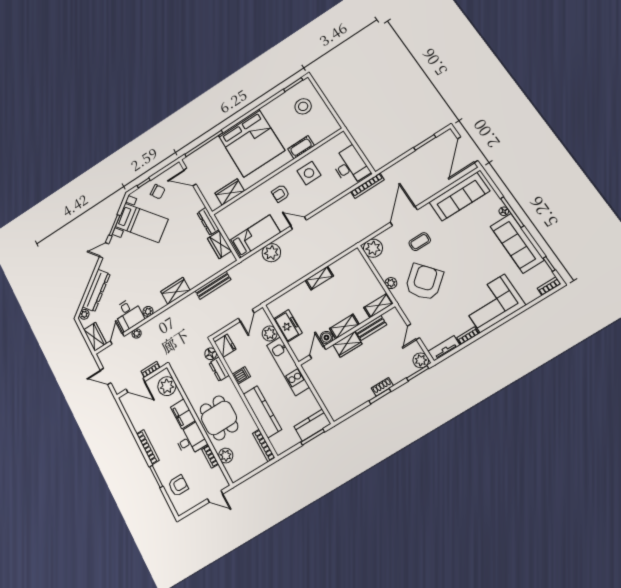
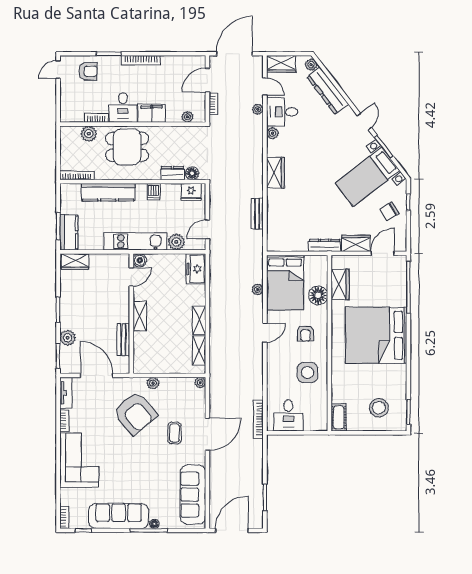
cot: (301, 147) -> (339, 417), moved
door: (468, 150) -> (232, 530), hinge flipped
desk: (350, 166) -> (288, 415), width x0.73
armchair: (281, 193) -> (305, 333), turned 180
floor lamp: (247, 202) -> (318, 295), added
door: (404, 216) -> (207, 434), hinge flipped
bed: (255, 237) -> (285, 283), width x1.50
wardrobe: (219, 245) -> (356, 243), moved
plant: (373, 248) -> (200, 382), width x0.53, depth x0.53
plant: (271, 253) -> (258, 290), width x0.53, depth x0.53
bench: (213, 285) -> (257, 214), width x0.73
shelving: (378, 305) -> (199, 351), moved
door: (246, 315) -> (207, 229), hinge flipped
freezer: (288, 326) -> (196, 269), moved, turned 90
door: (413, 332) -> (97, 375), width x1.88
boiler: (326, 338) -> (140, 260), moved
wardrobe: (347, 344) -> (75, 261), moved, turned -90
door: (318, 352) -> (131, 277), hinge flipped
plant: (421, 360) -> (68, 338), moved
door: (106, 376) -> (235, 54), width x1.88
plant: (167, 386) -> (187, 117), width x0.53, depth x0.53
shoe rack: (382, 387) -> (65, 317), removed
armchair: (178, 486) -> (88, 71), turned -90
door: (215, 496) -> (58, 70), moved

